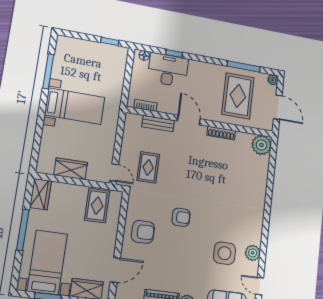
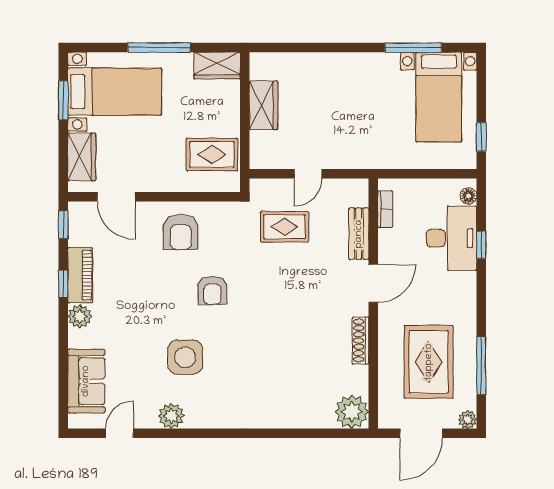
rug: (238, 96) -> (429, 362), turned 90
bed with nightstands: (75, 106) -> (439, 97), moved
door: (114, 172) -> (308, 174), moved
side table: (224, 253) -> (185, 357), moved

